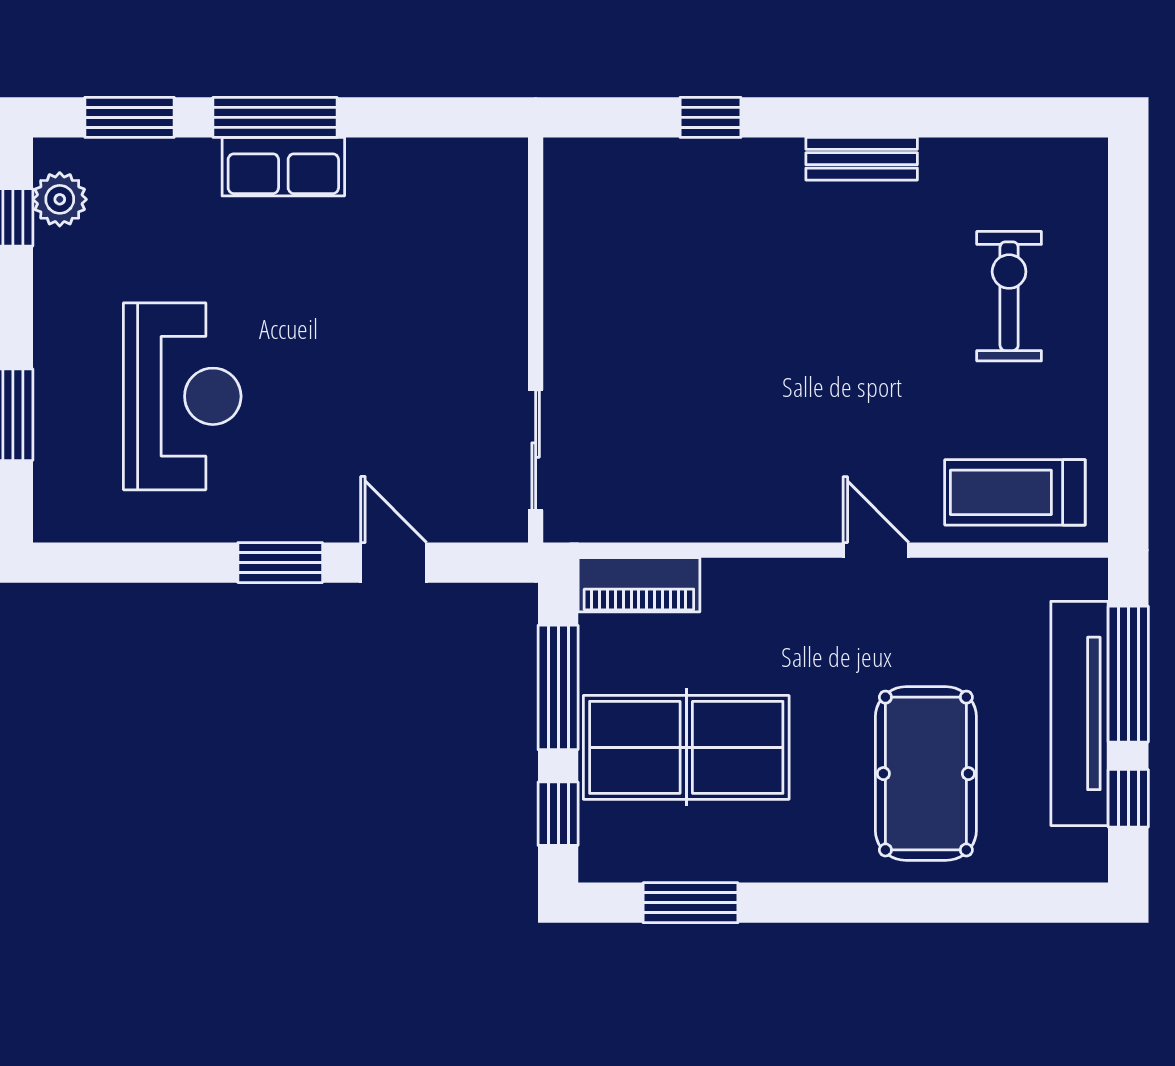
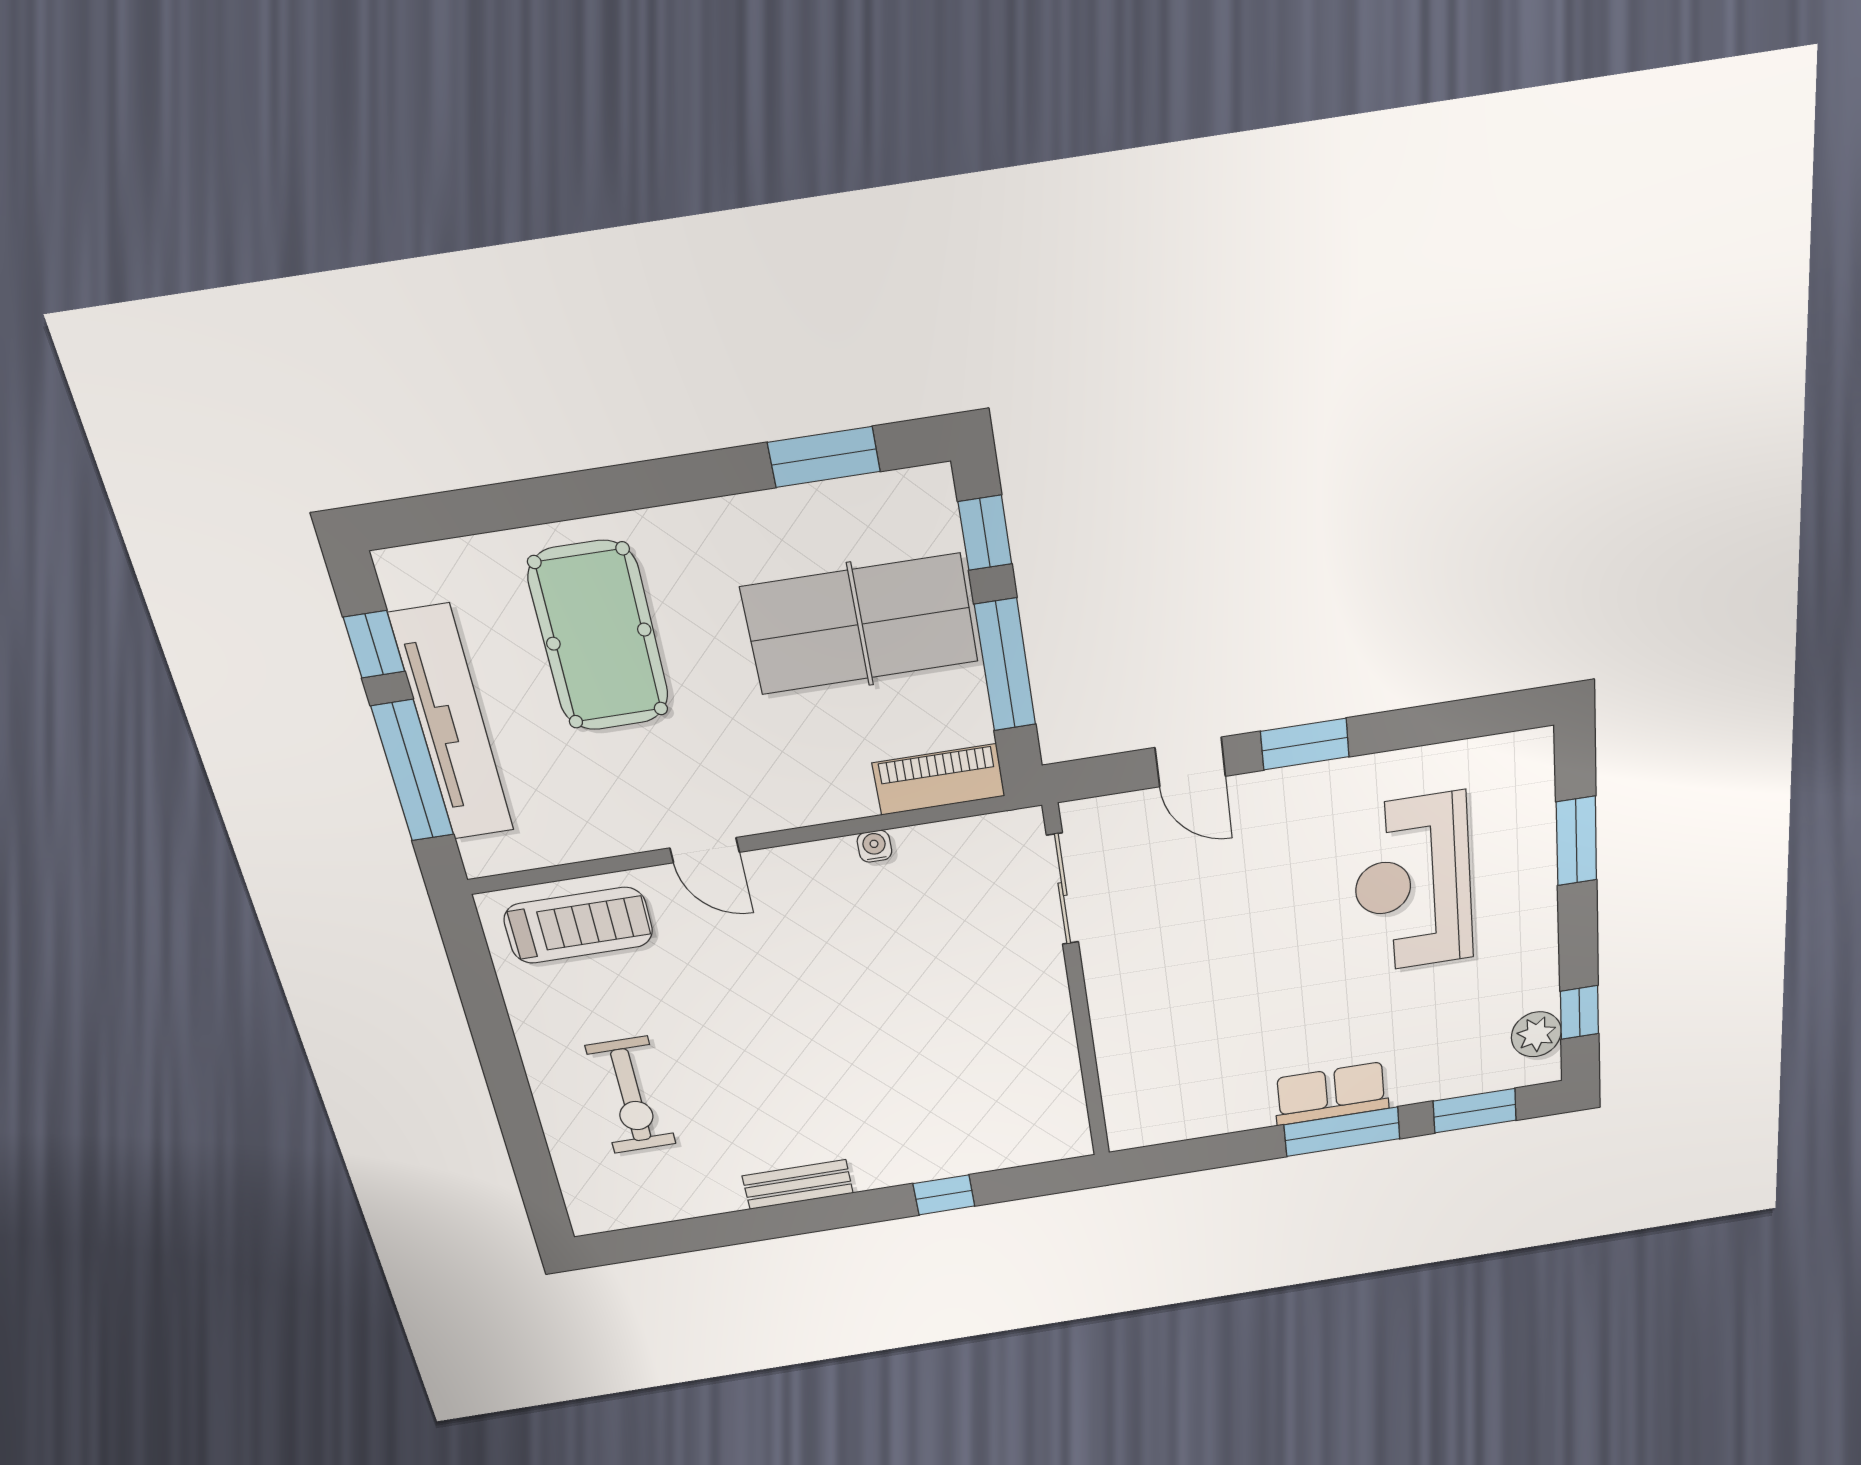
water cooler: (712, 527) -> (874, 846), added

